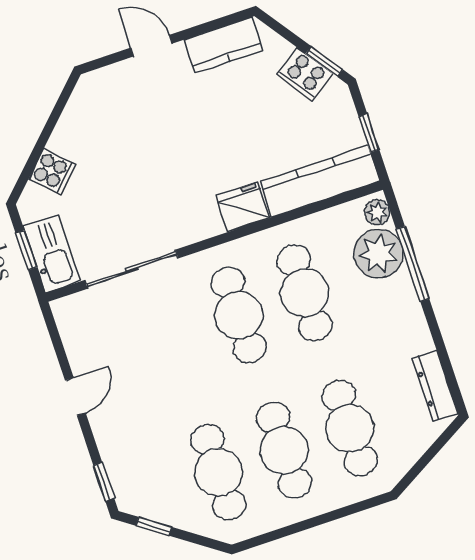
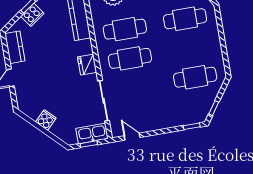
cooker: (52, 172) -> (46, 120), moved
fridge: (243, 207) -> (87, 65), moved
door: (75, 397) -> (132, 137), moved
cafe table: (284, 450) -> (190, 48), removed

